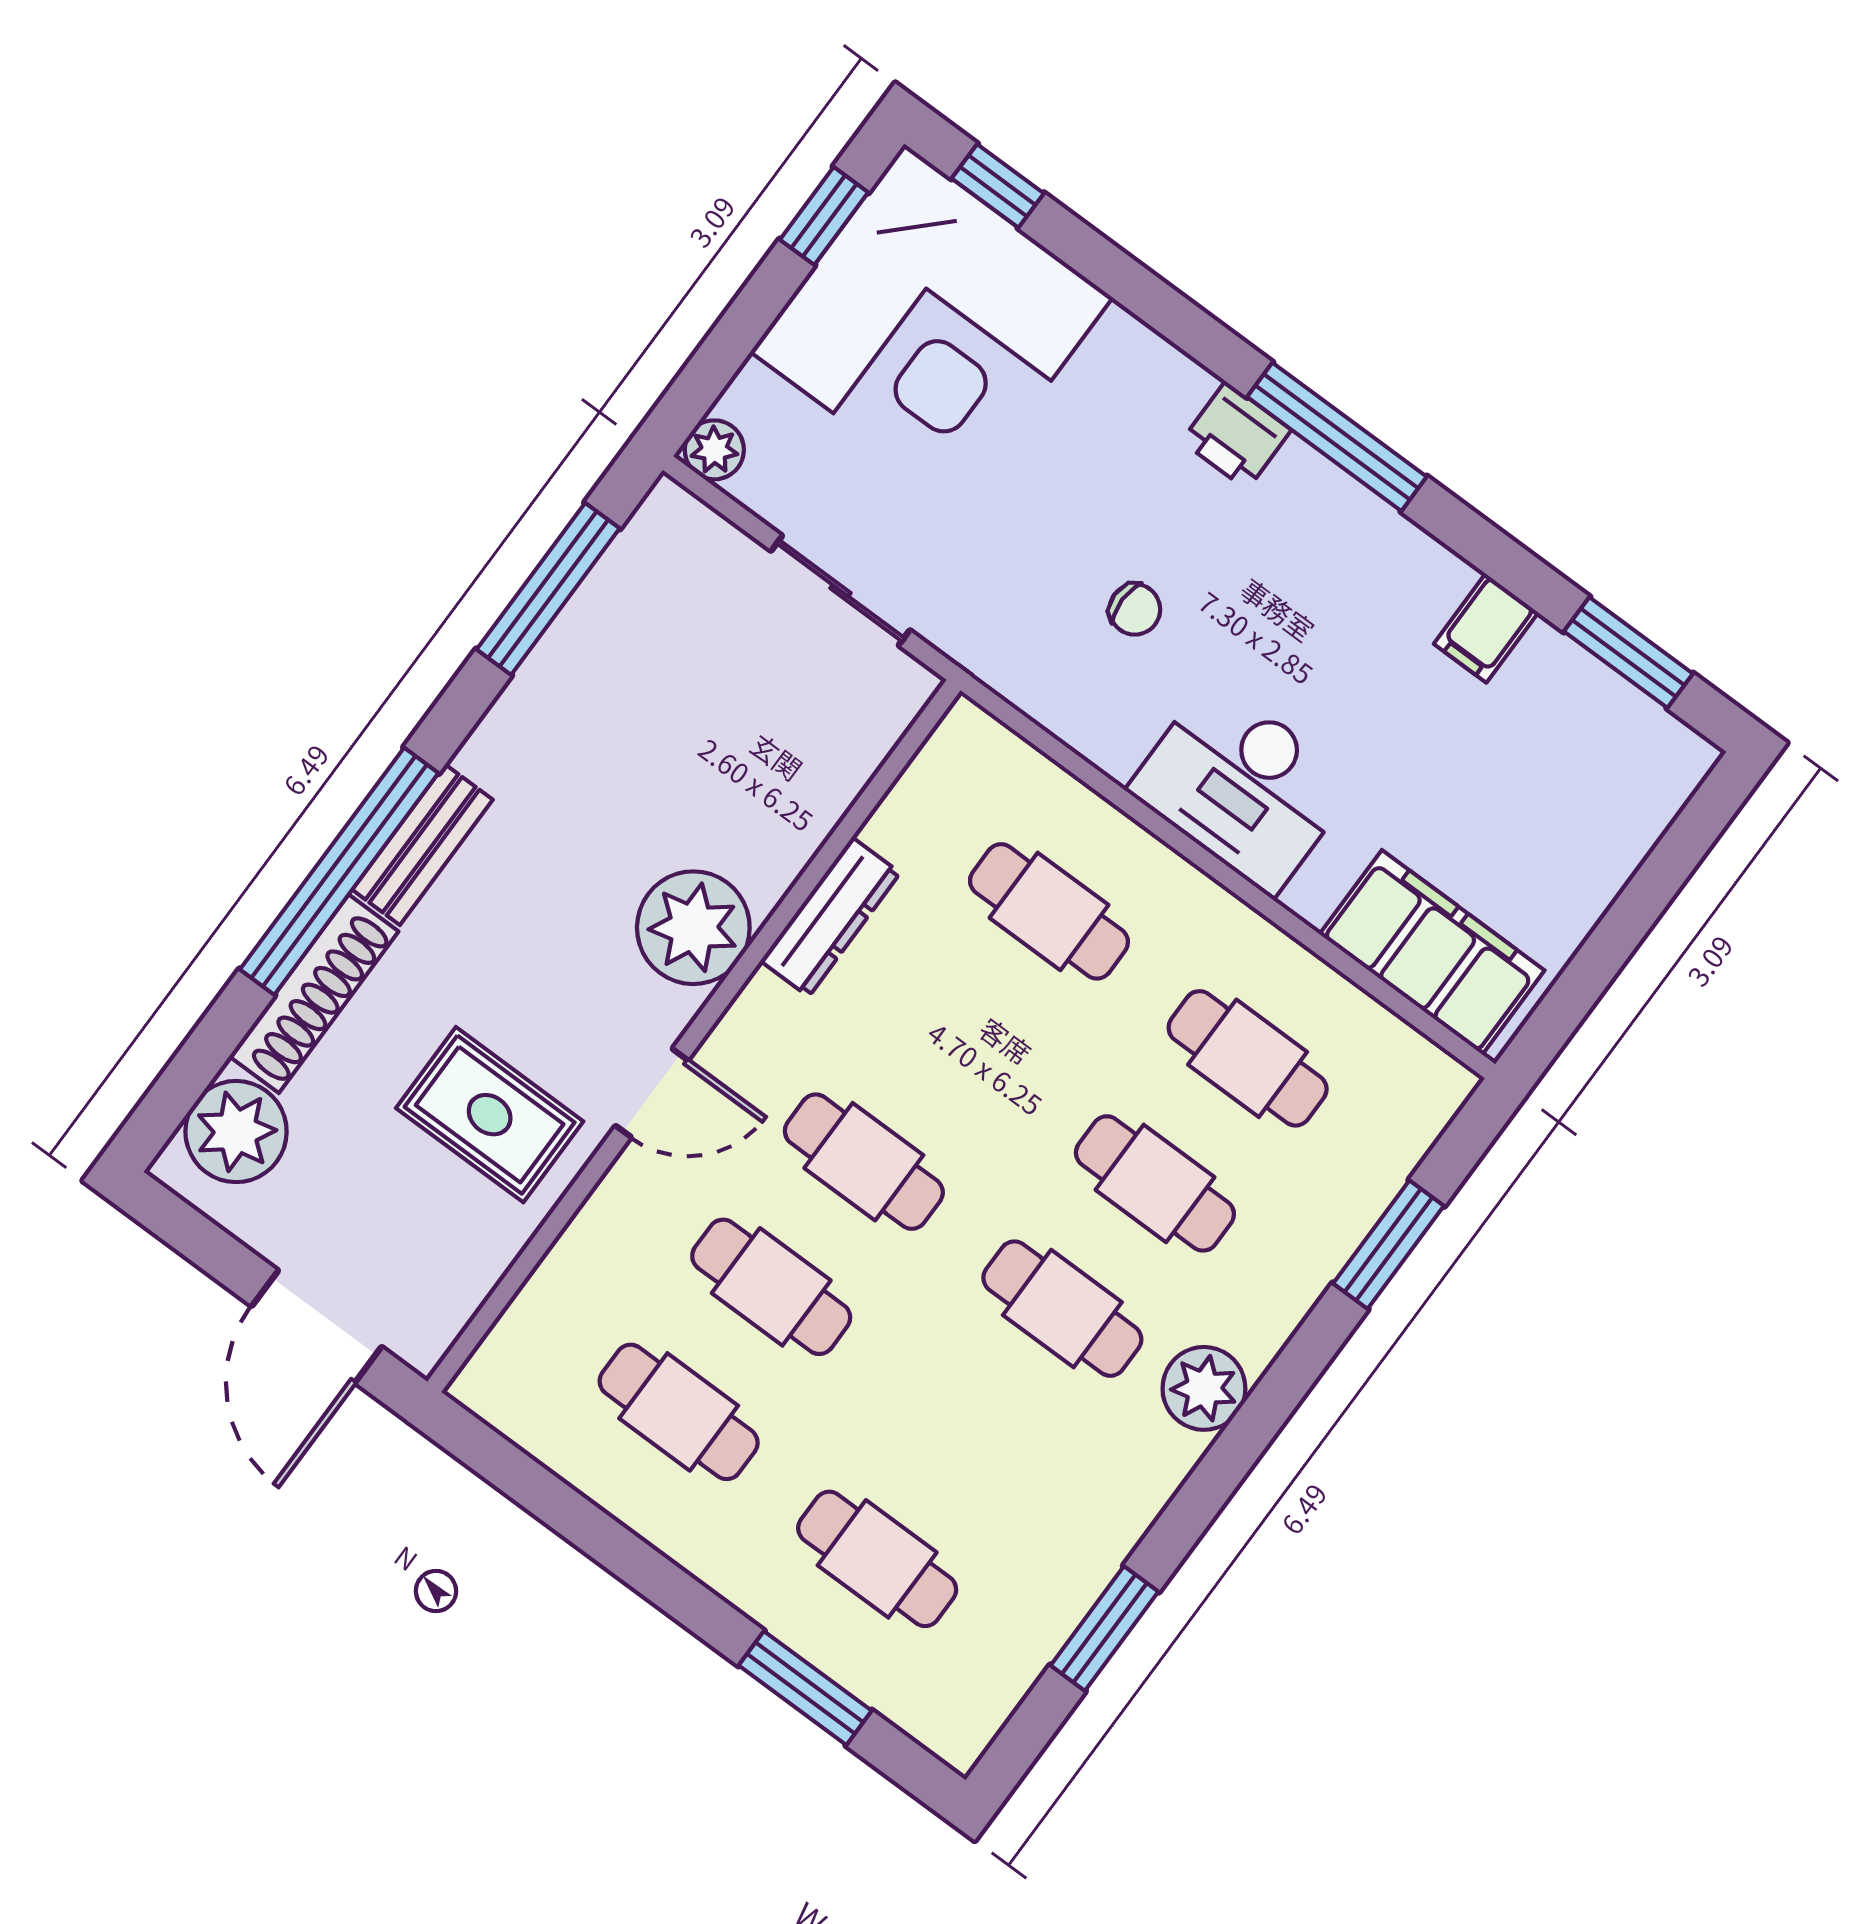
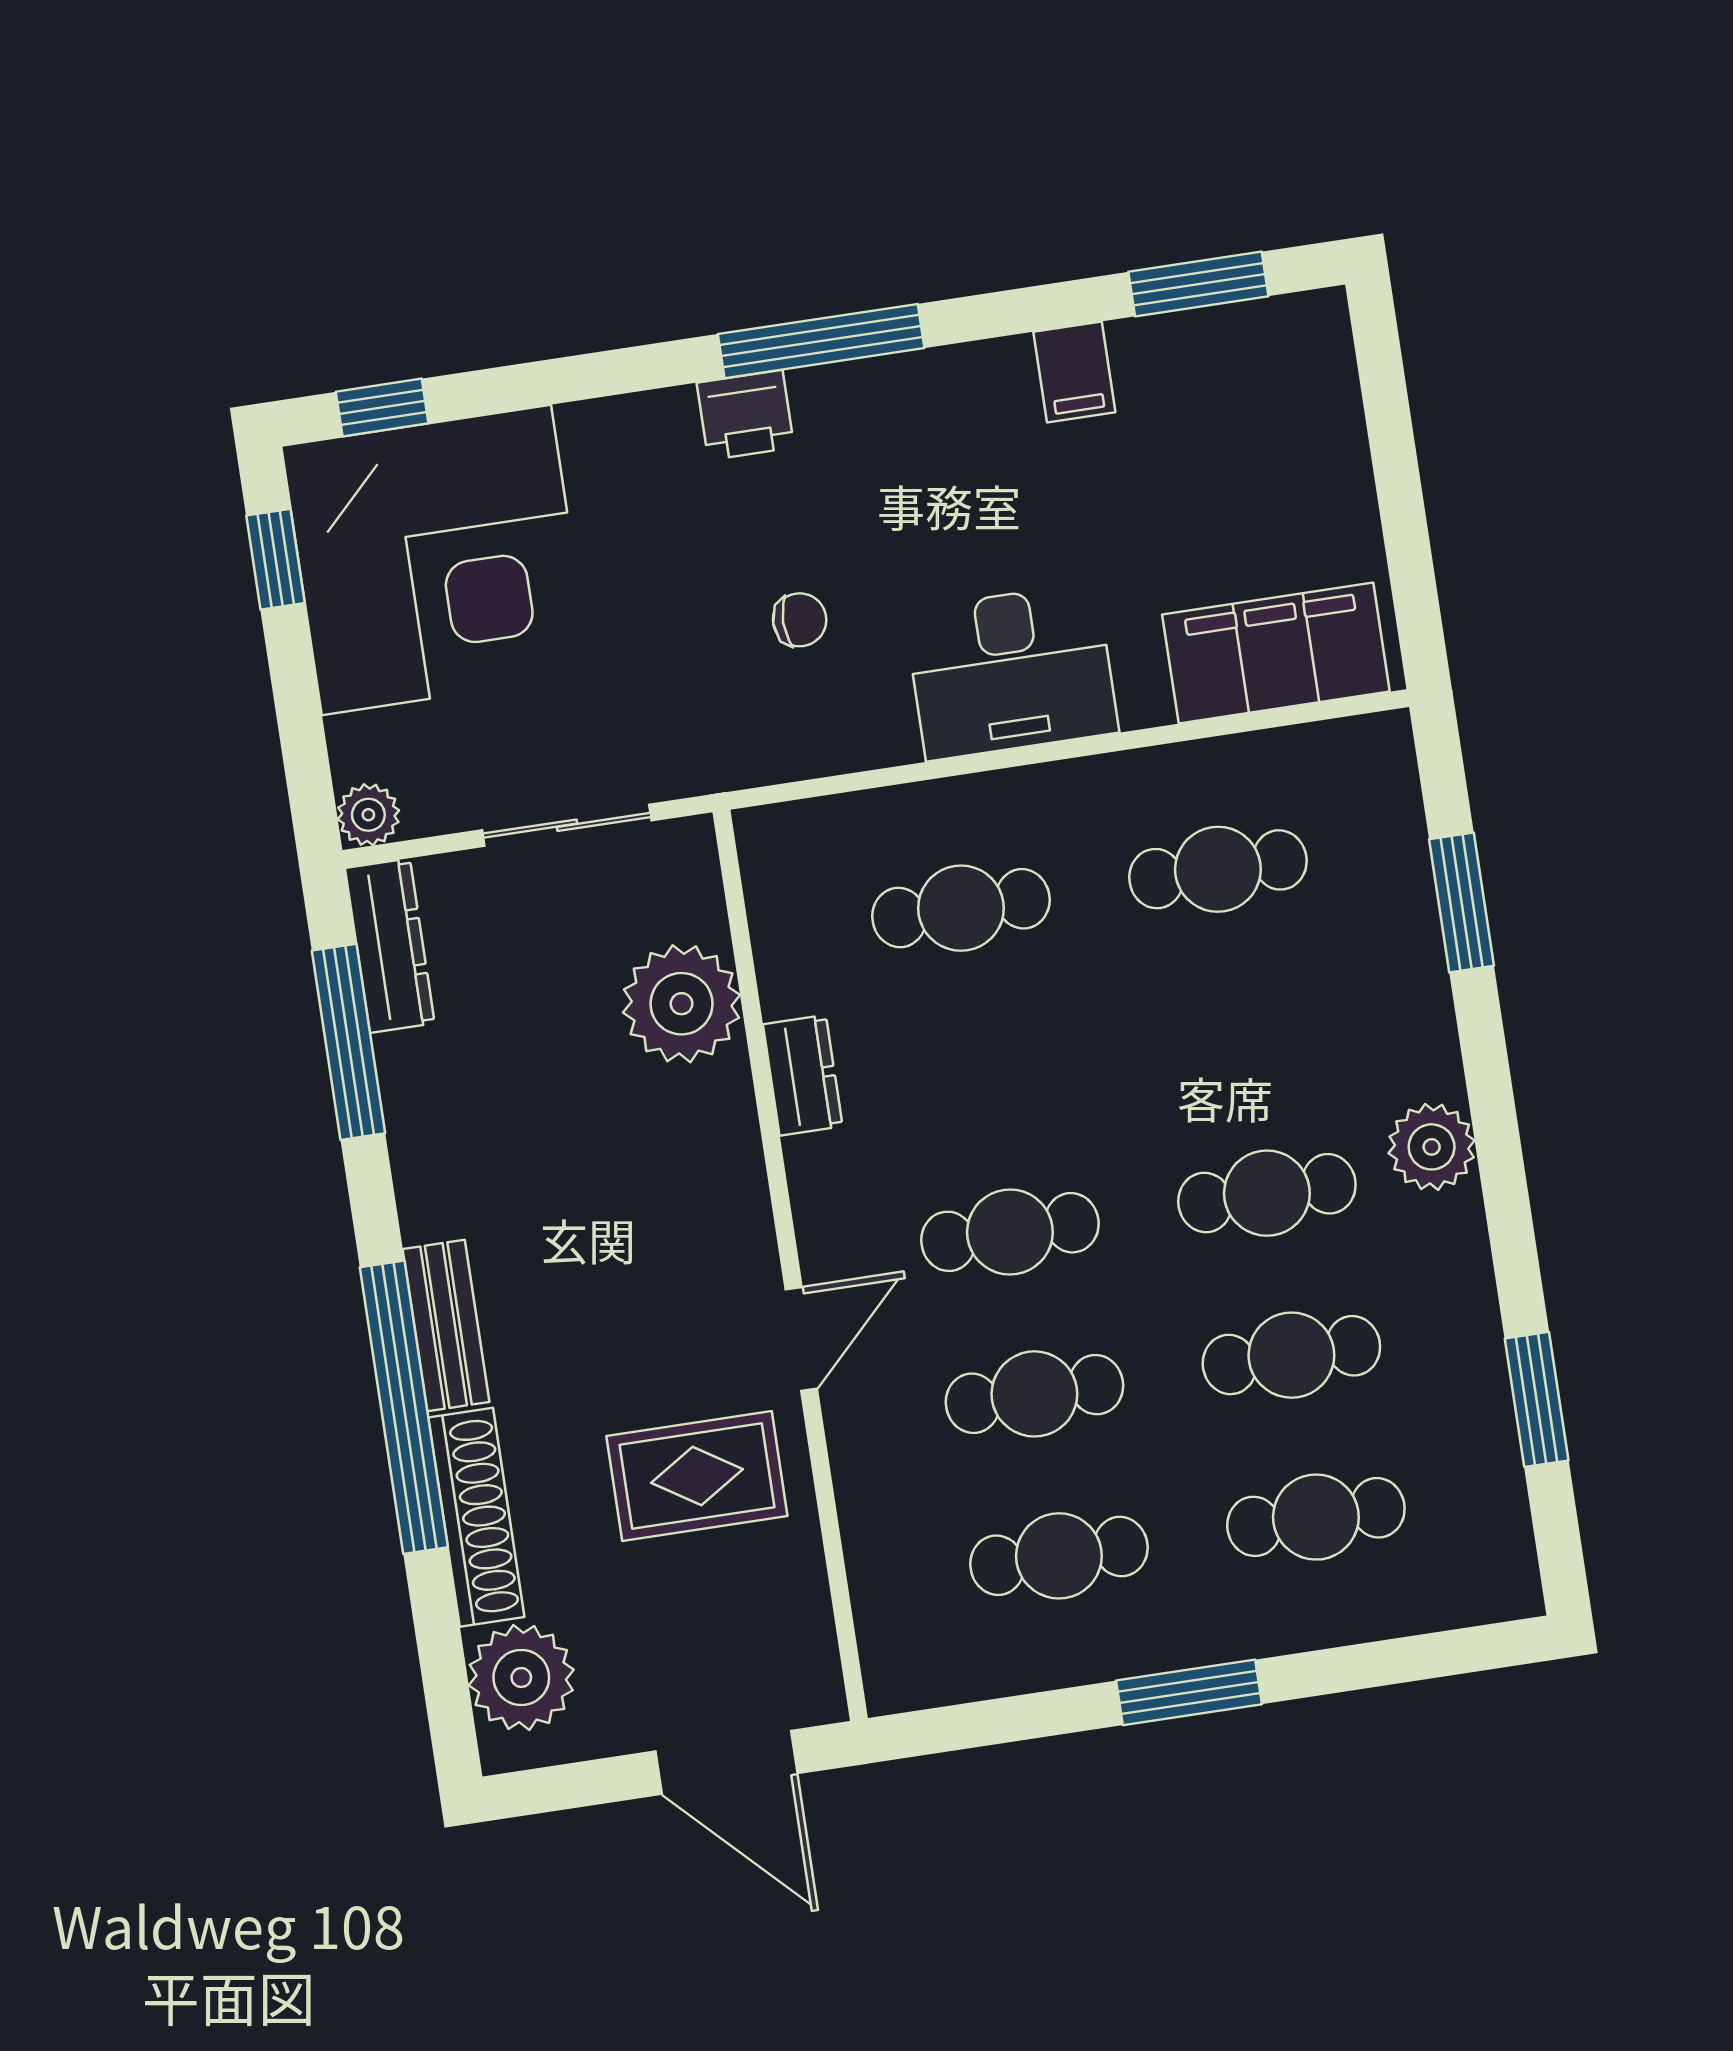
dresser: (641, 552) -> (390, 946), added
dresser: (830, 917) -> (803, 1075), width x0.70
plant: (693, 928) -> (682, 1004), moved
cafe table: (1155, 1183) -> (1291, 1355), moved
window: (805, 1688) -> (1189, 1692), moved

